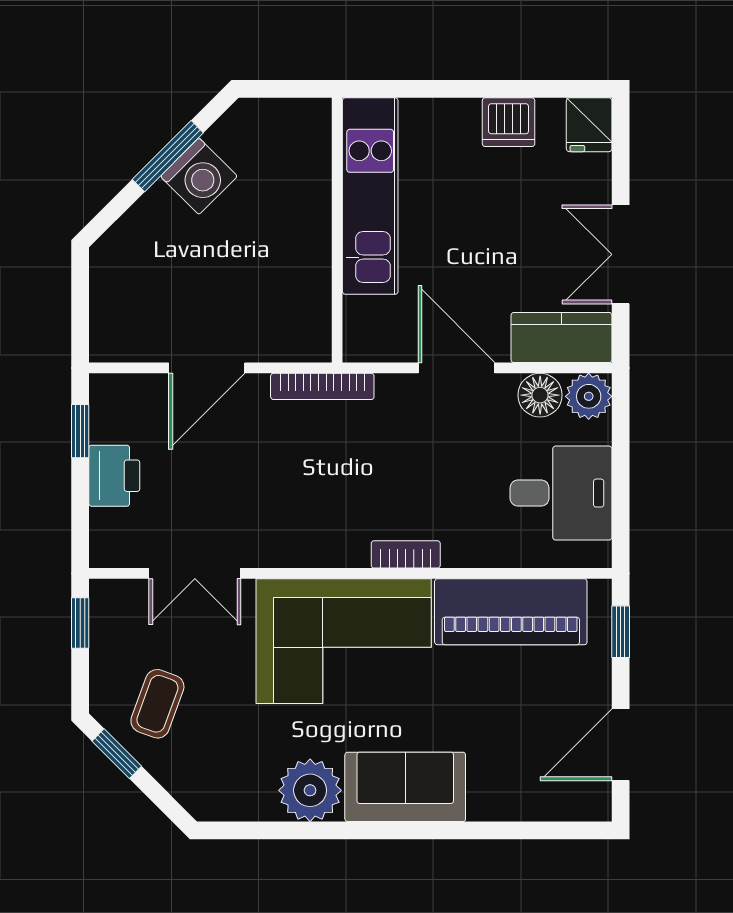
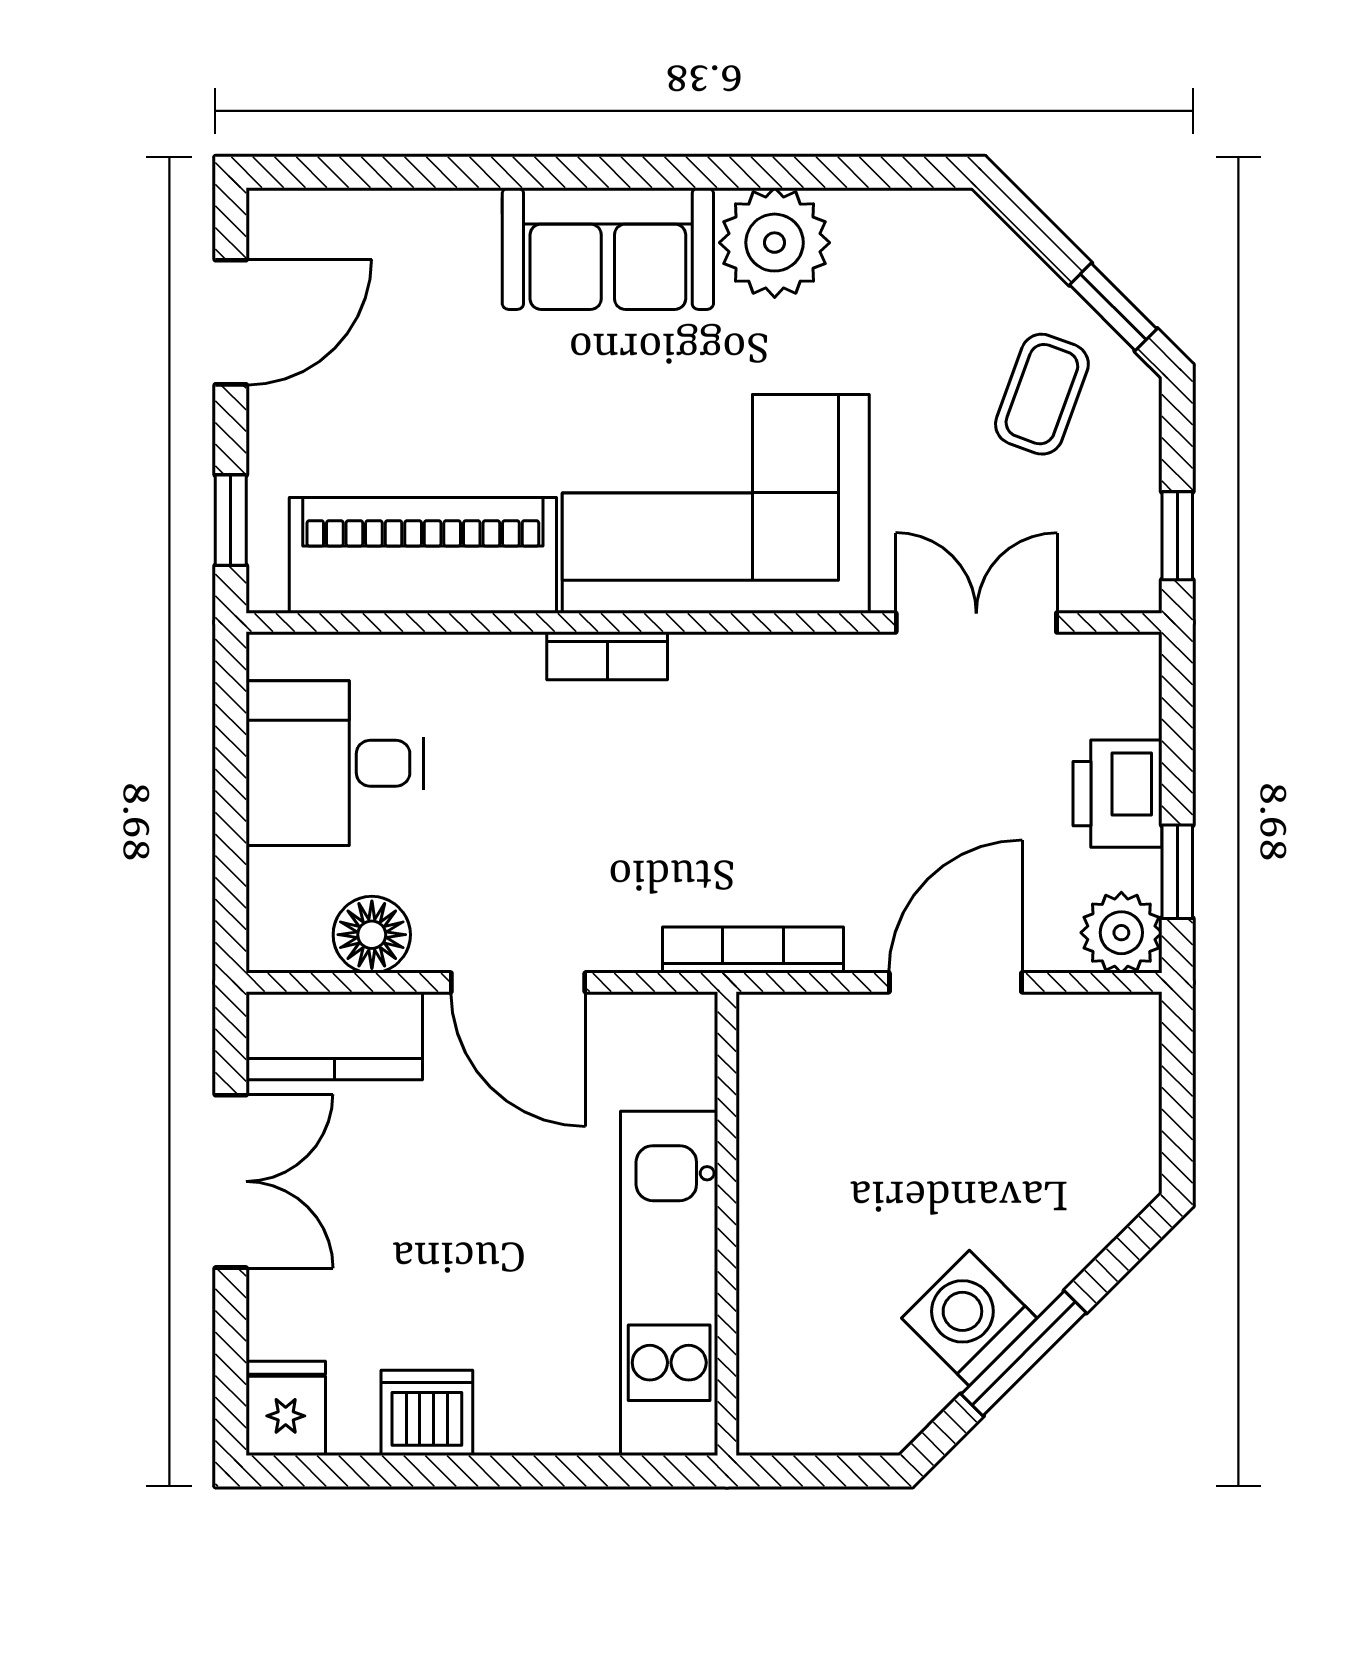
plant: (589, 396) -> (1121, 933), moved

